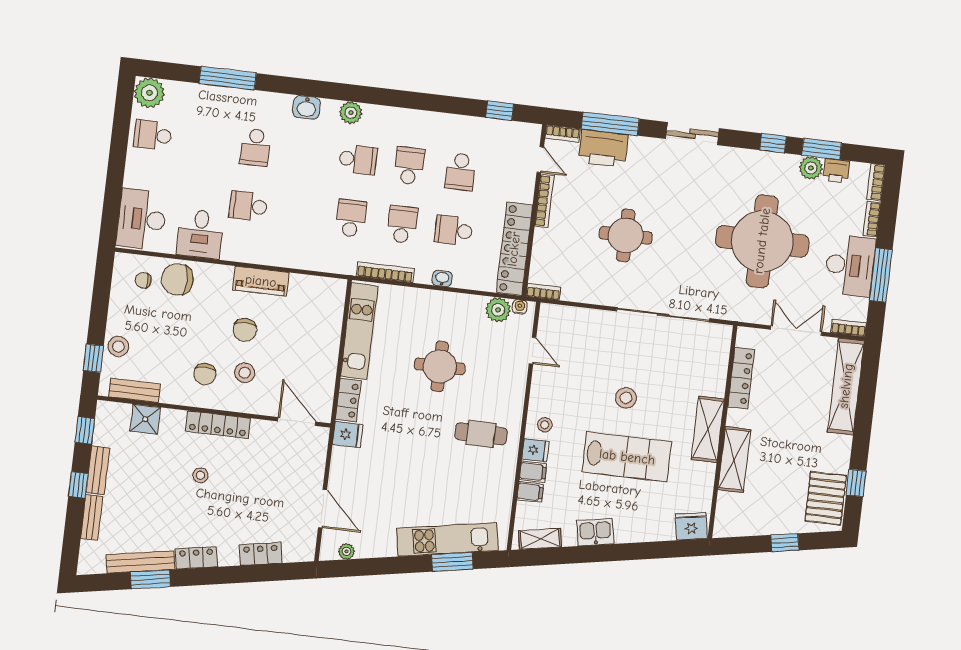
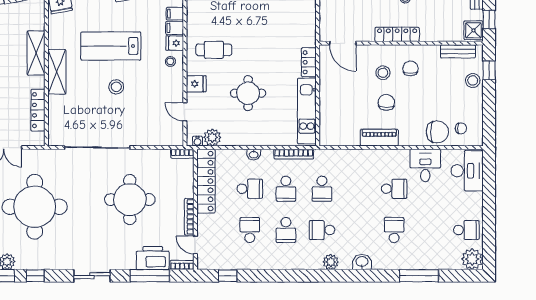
round table: (626, 235) -> (130, 200), width x1.36, depth x1.36
shower: (145, 419) -> (474, 30), moved
fridge: (348, 435) -> (196, 84), moved, turned 180

